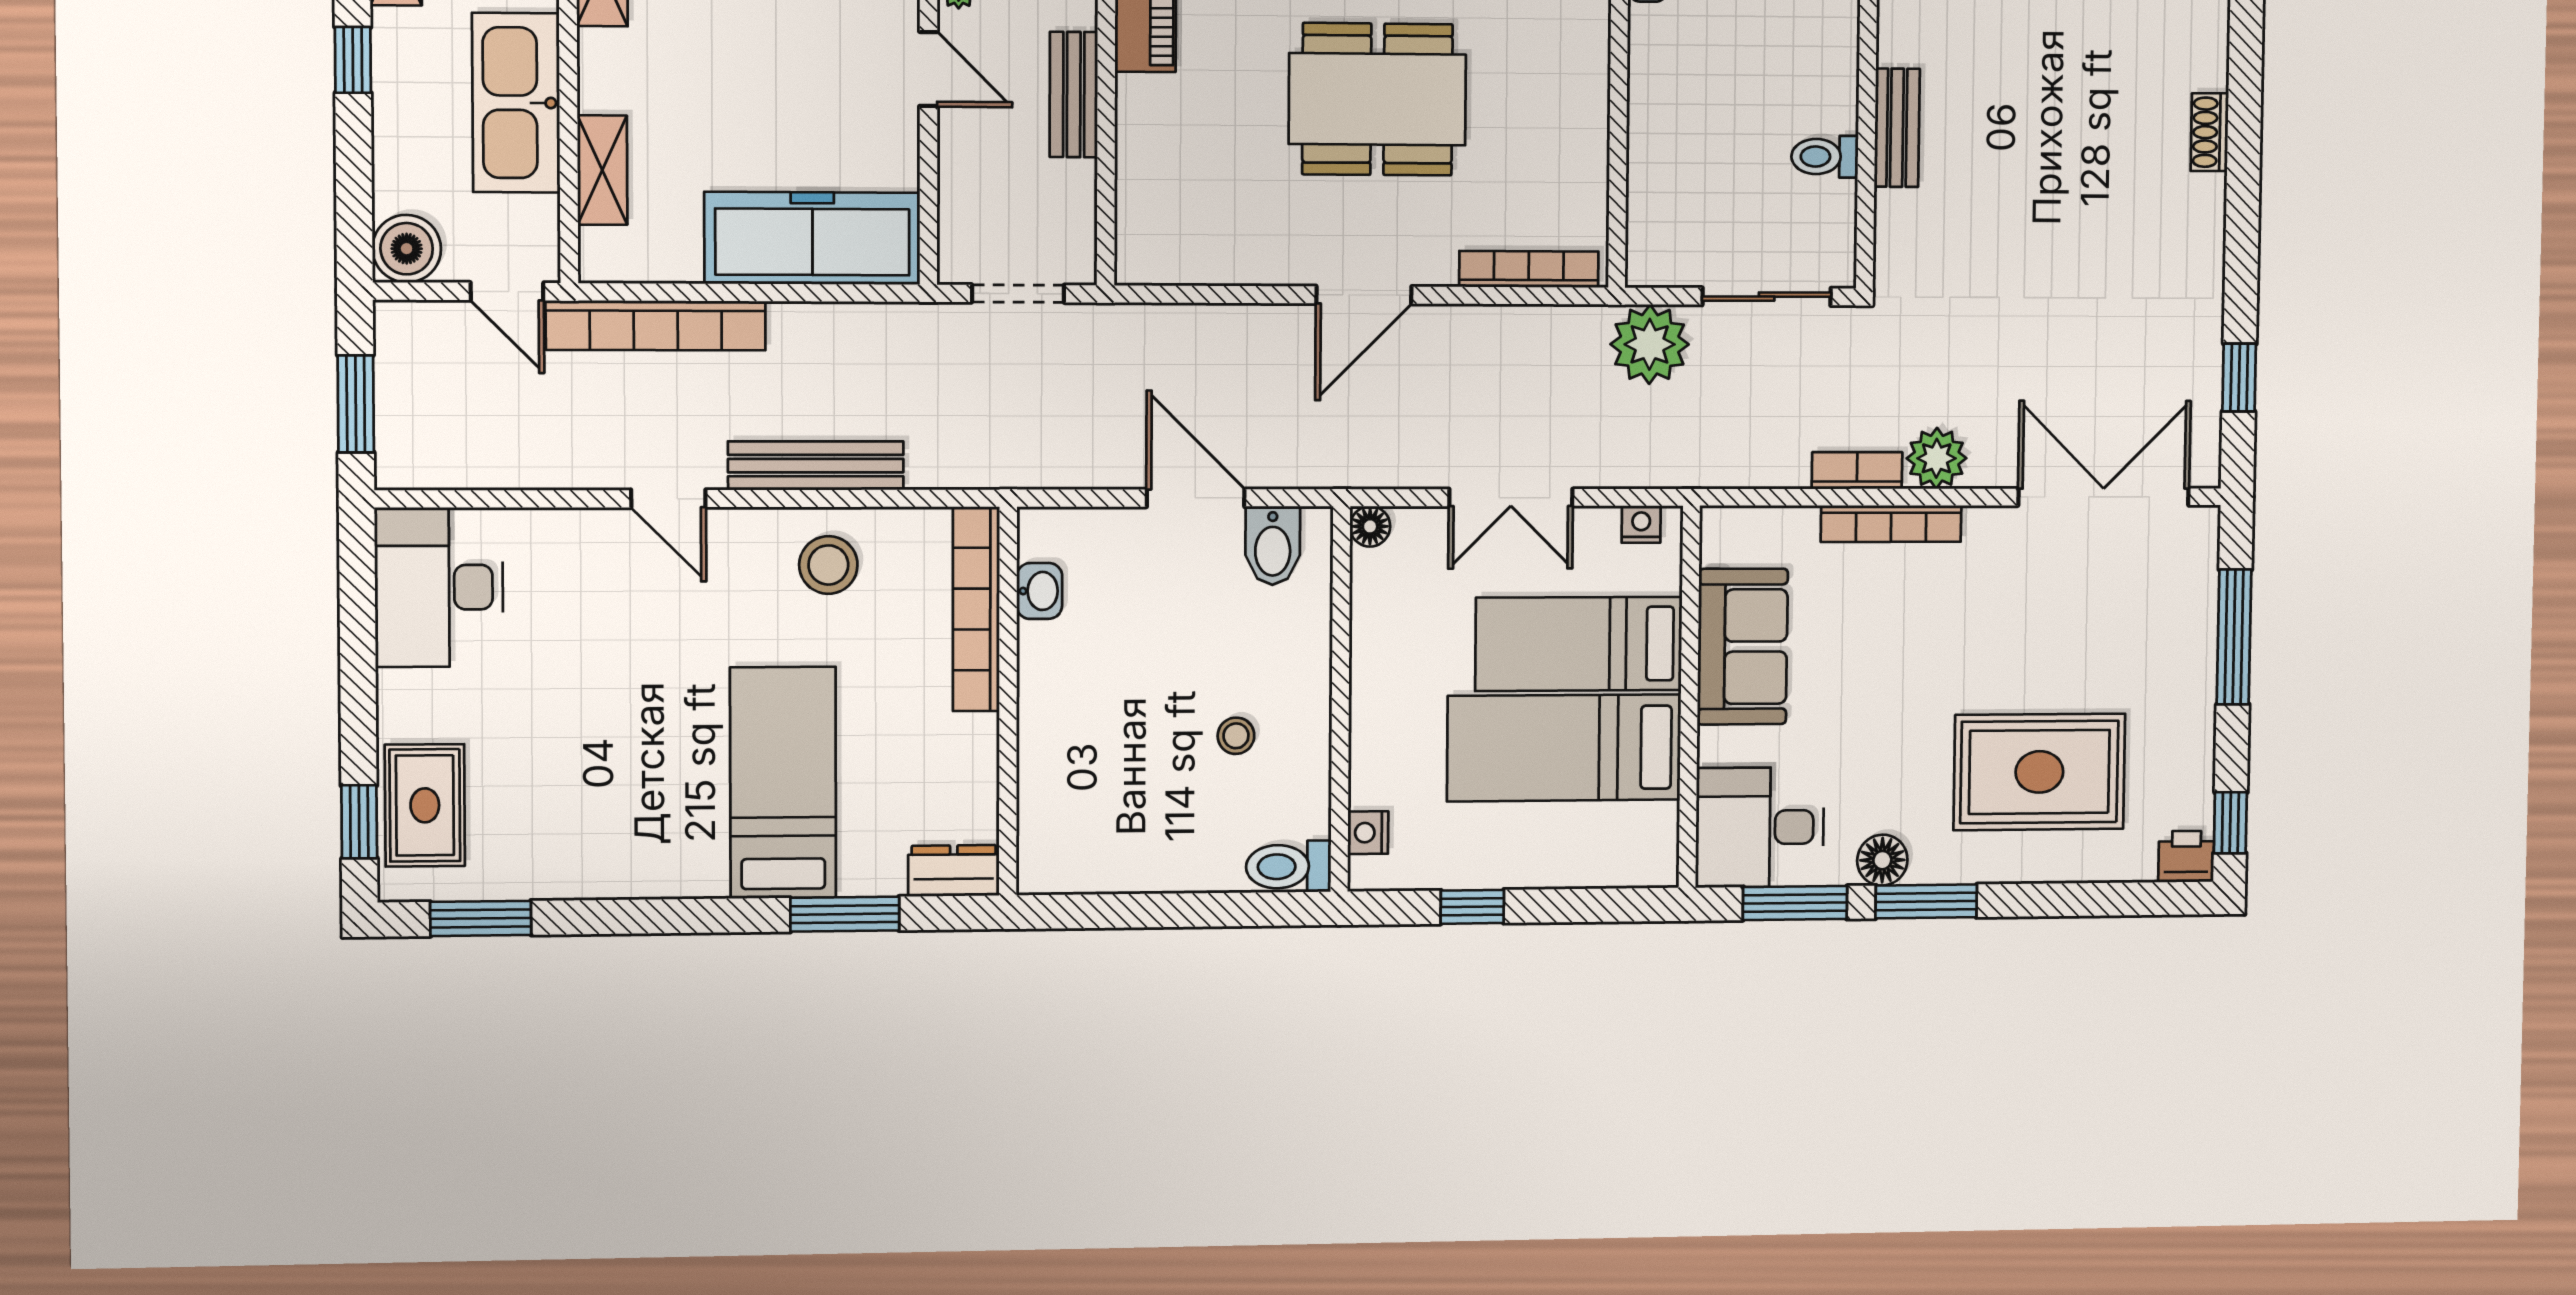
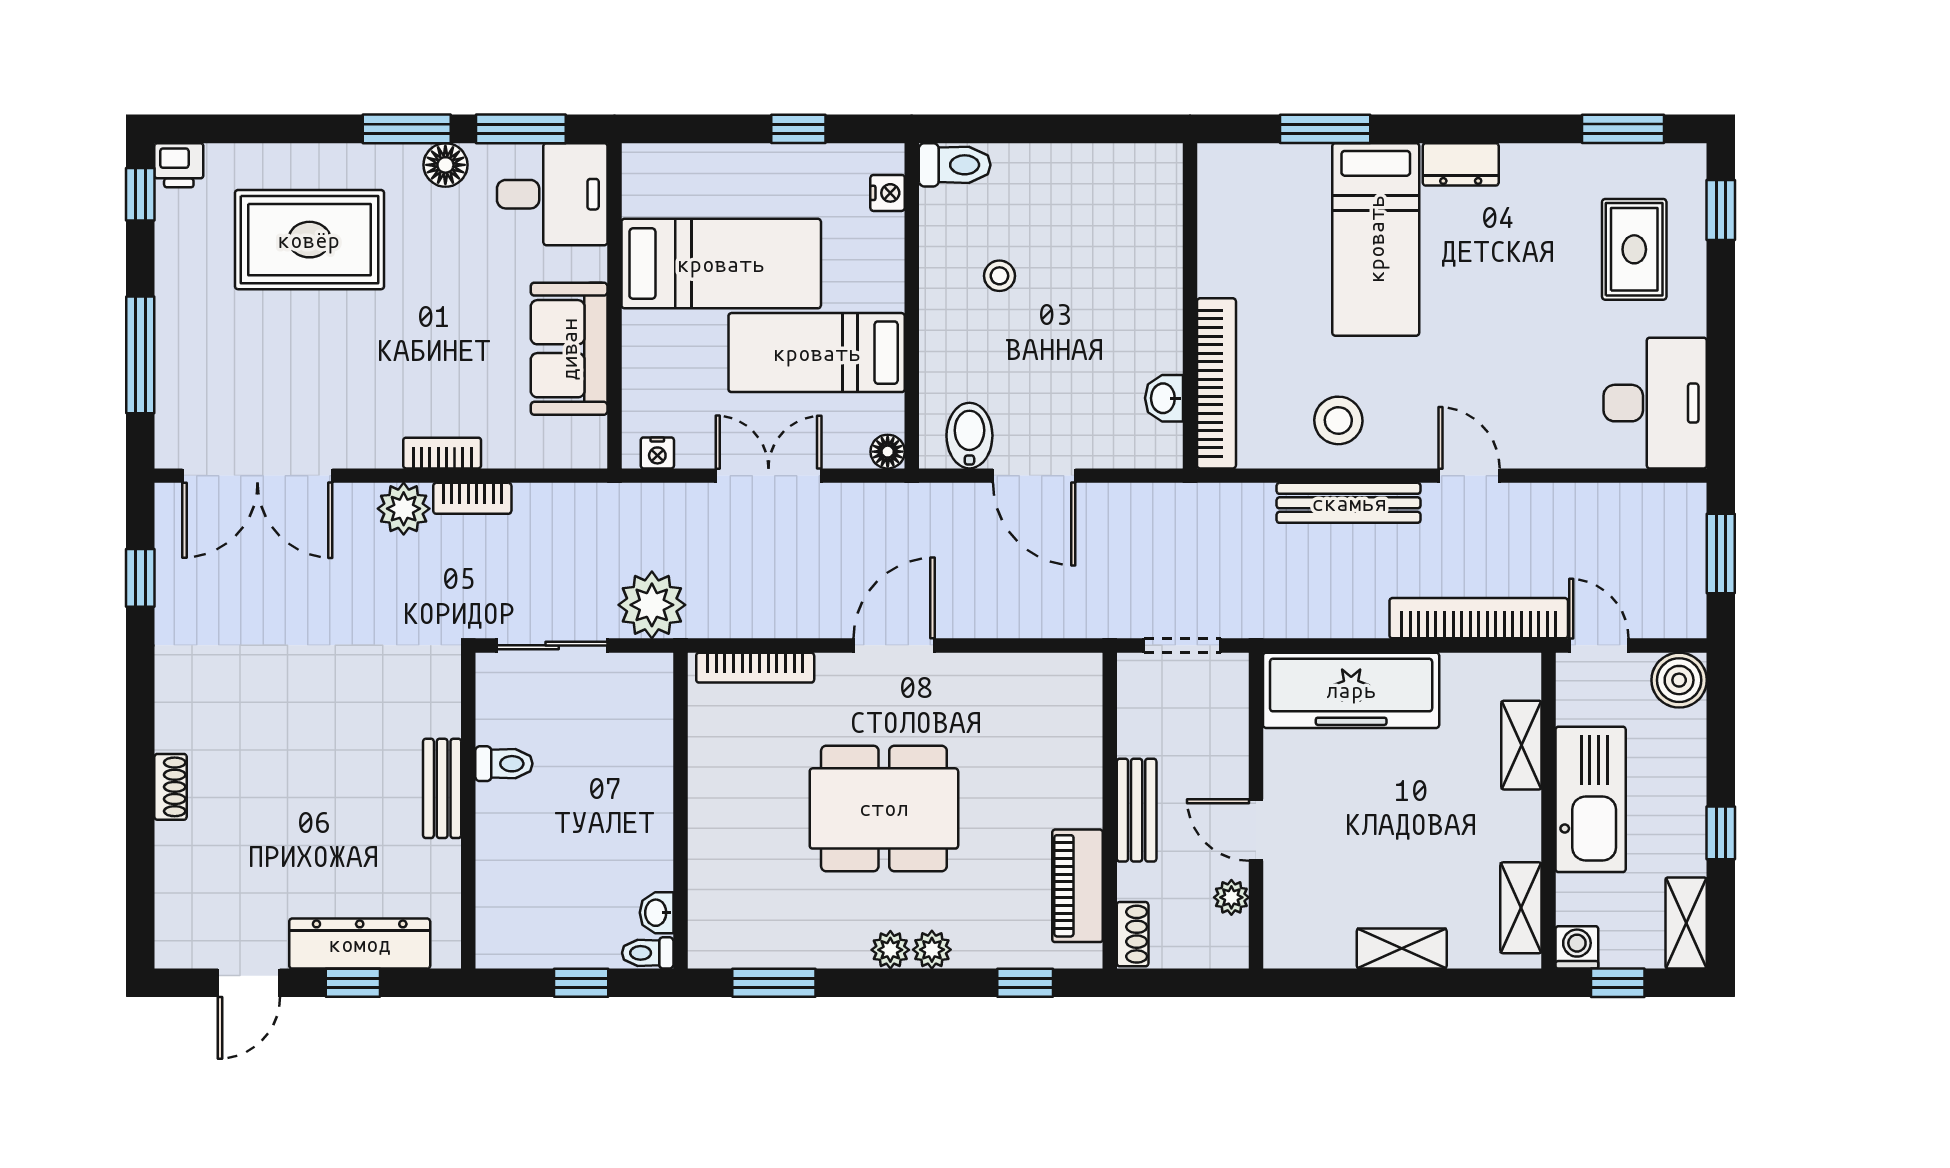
bookcase: (1891, 524) -> (442, 453), width x0.64
bed: (1579, 644) -> (817, 353), moved, turned 180
rug: (425, 805) -> (1634, 249), moved
dresser: (954, 871) -> (1461, 164), moved

